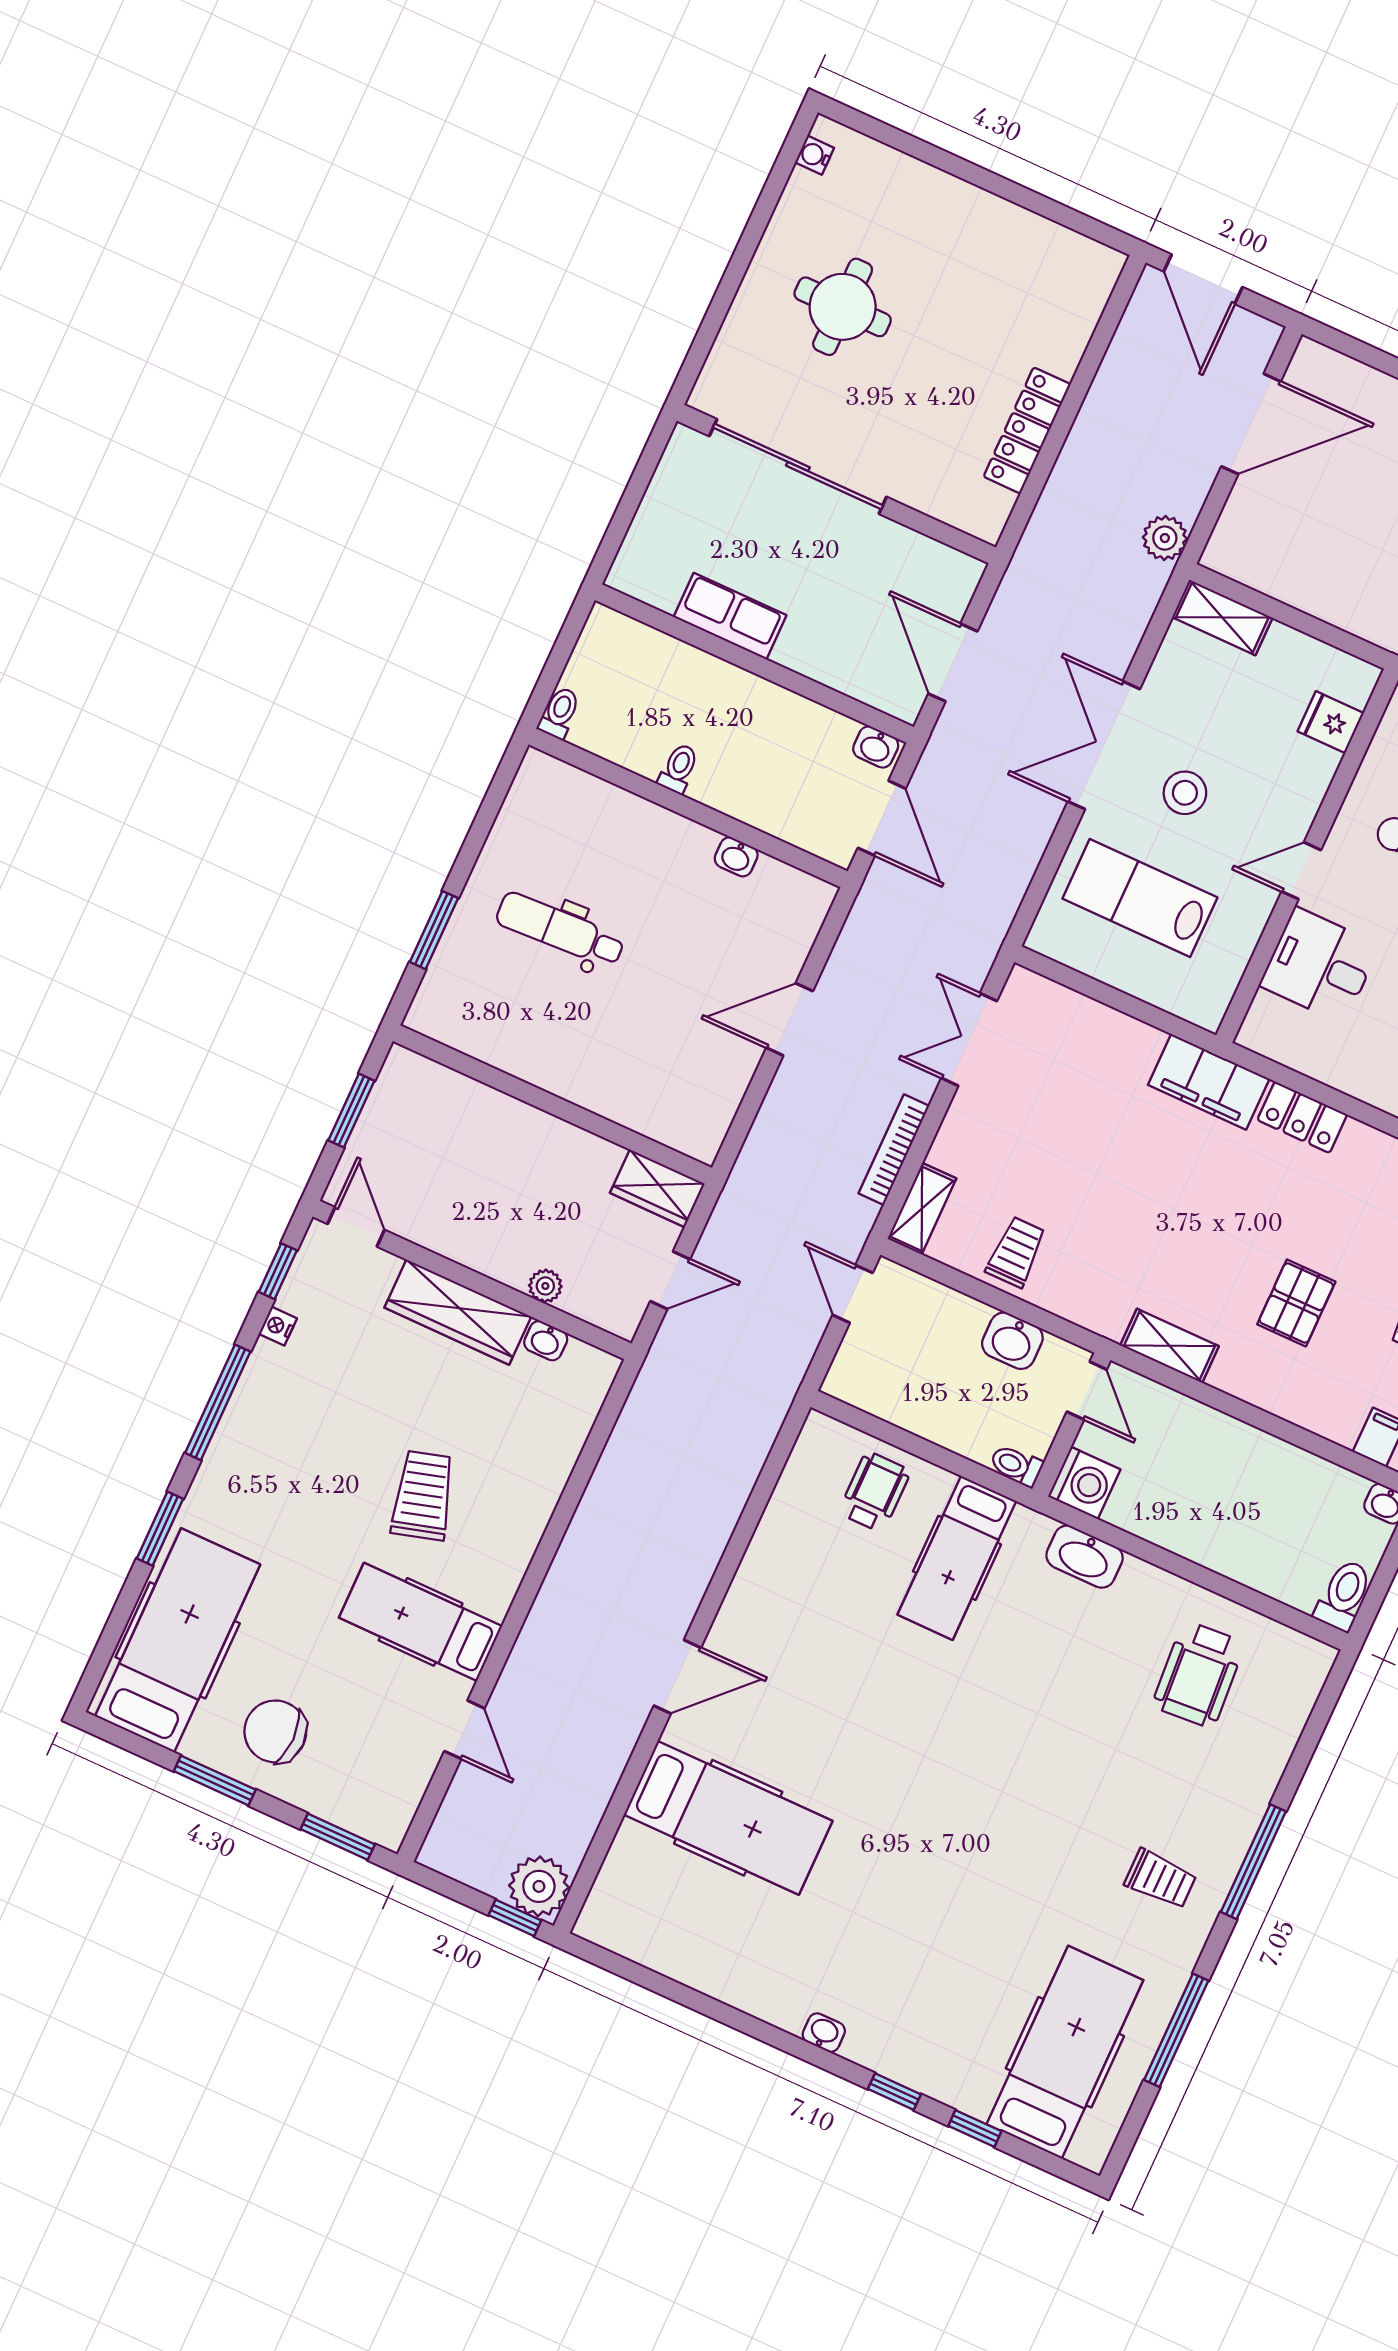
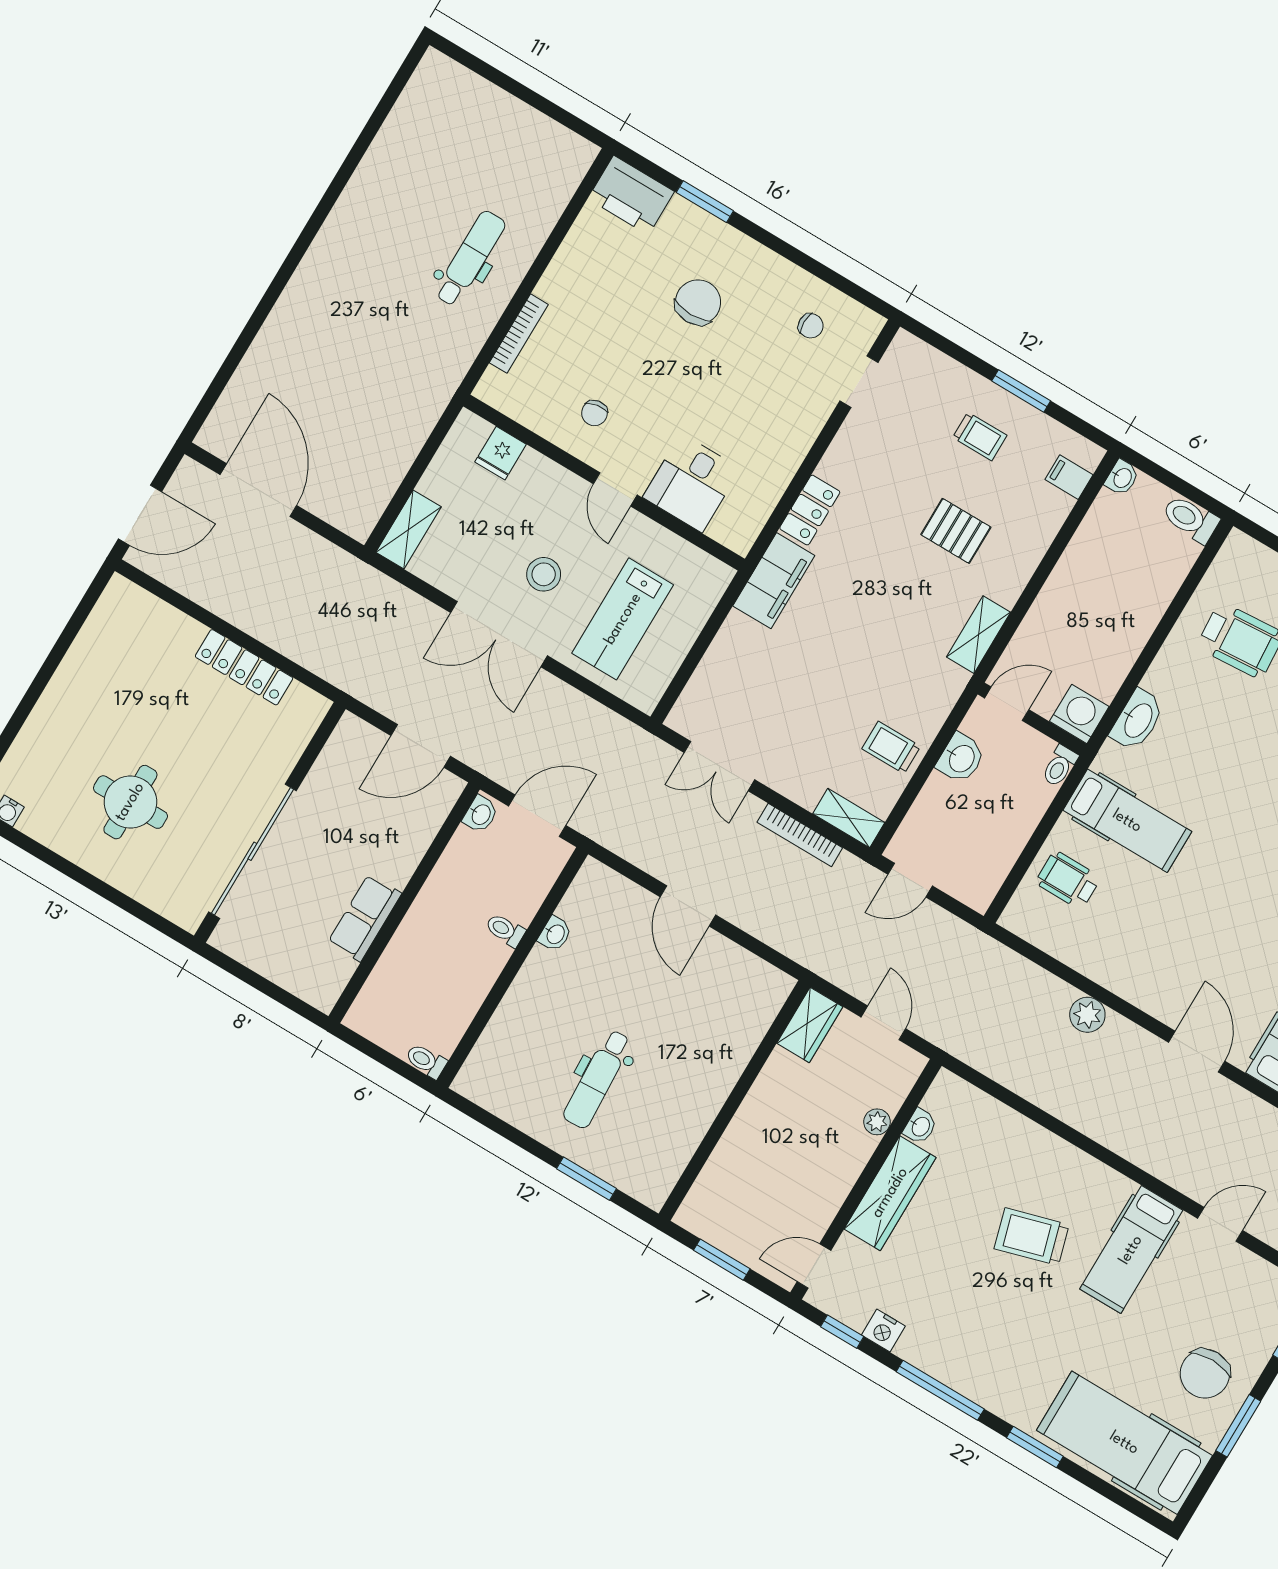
plant: (1165, 538) -> (1087, 1015), moved
toilet: (679, 768) -> (505, 930), moved
nightstand: (278, 1326) -> (883, 1331), width x1.39, depth x1.35

